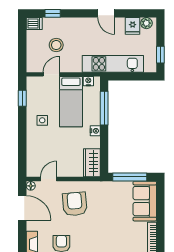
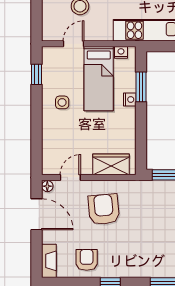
window: (104, 108) -> (141, 87), width x0.69
nightstand: (95, 131) -> (130, 99), moved
wardrobe: (92, 163) -> (111, 164), moved, turned 90

